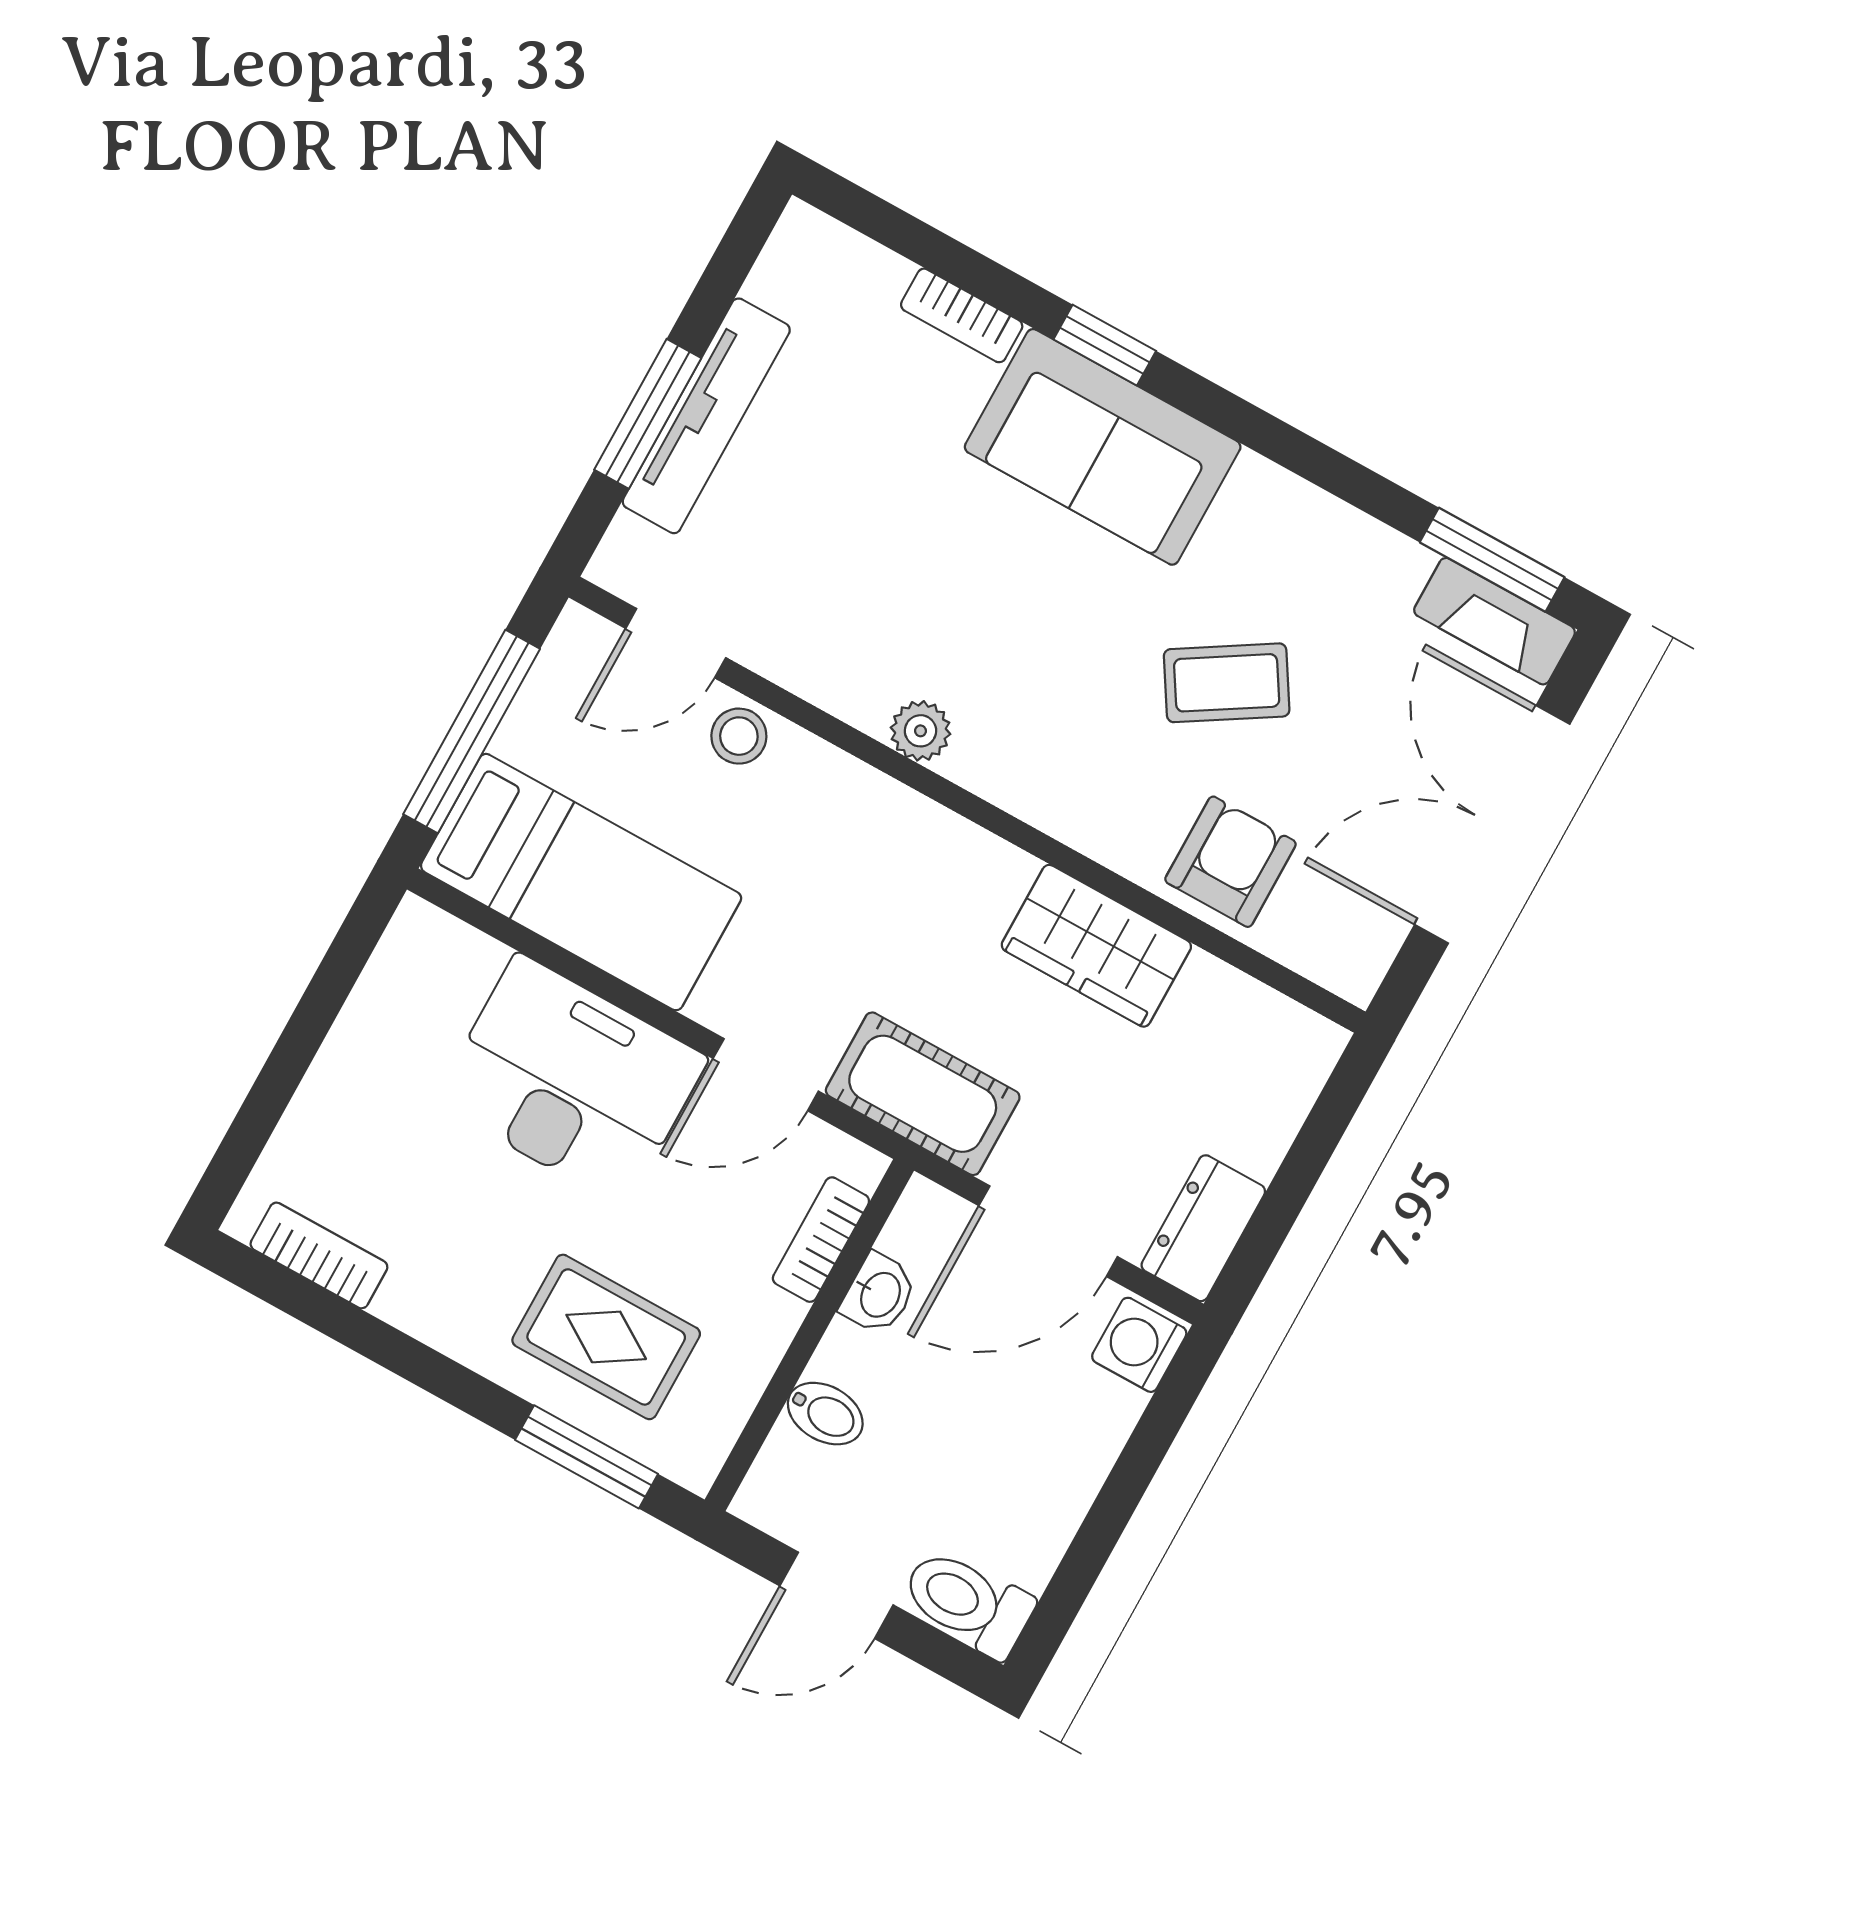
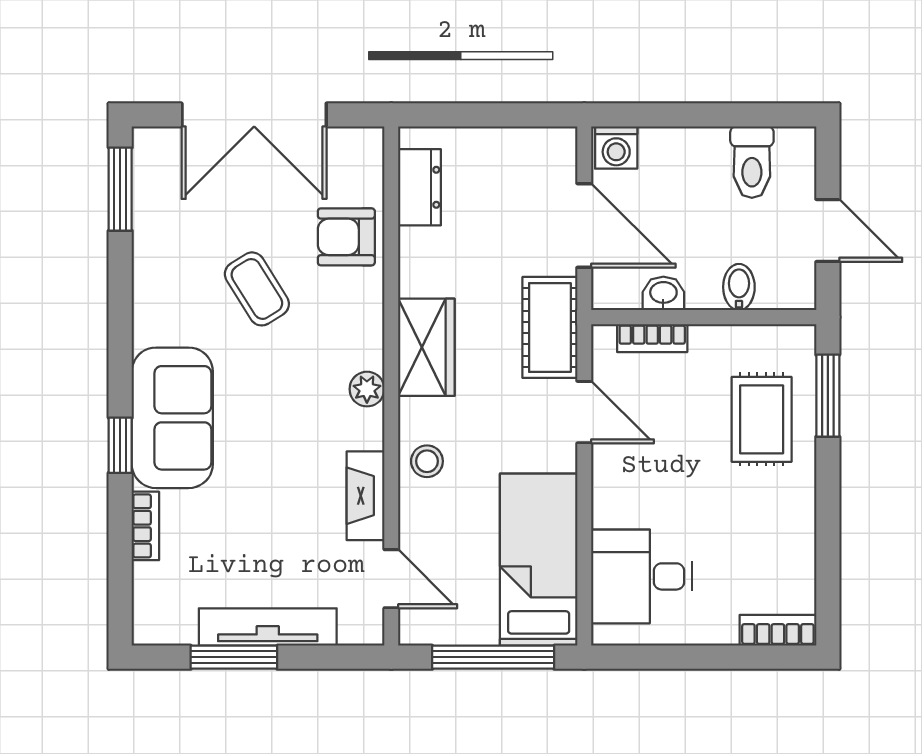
window: (648, 414) -> (234, 657), moved
fireplace: (1494, 621) -> (365, 496), moved, turned 180
plant: (921, 731) -> (367, 389), moved
stool: (739, 736) -> (427, 461), moved
wardrobe: (1096, 946) -> (426, 347), moved
desk: (571, 1080) -> (642, 576), moved, width x0.73
dresser: (1203, 1228) -> (420, 187), moved, turned -90
bookcase: (319, 1255) -> (778, 630), moved, turned 90
toilet: (968, 1602) -> (752, 162), moved

